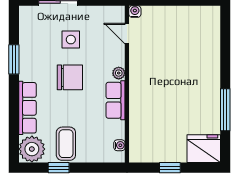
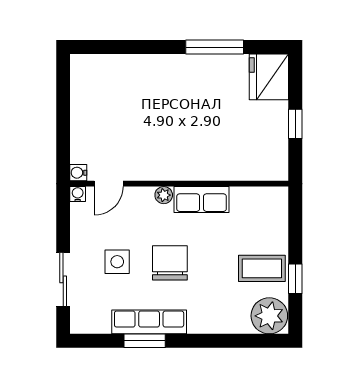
row of seats: (27, 108) -> (149, 322), moved
water cooler: (119, 145) -> (78, 194), moved

